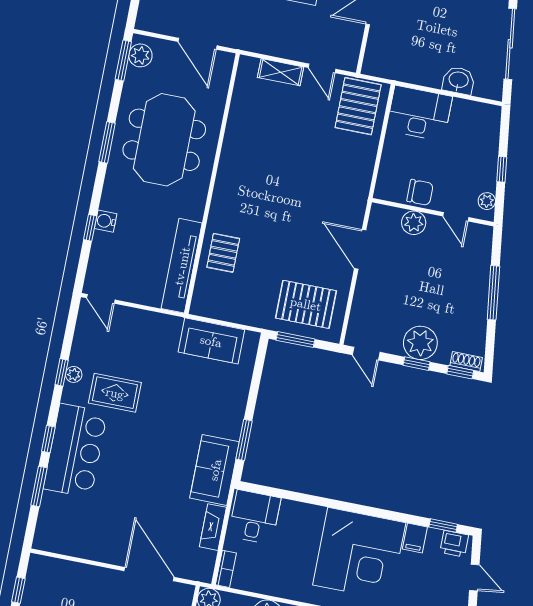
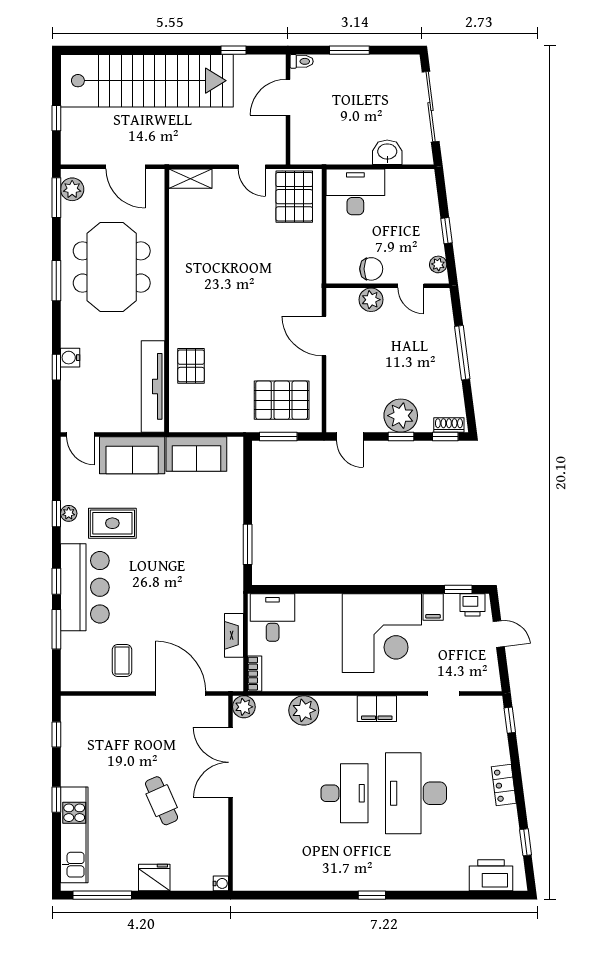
shelving: (281, 72) -> (190, 179), moved
sofa: (215, 470) -> (132, 455), moved, turned -90
coffee table: (98, 530) -> (122, 661), added

